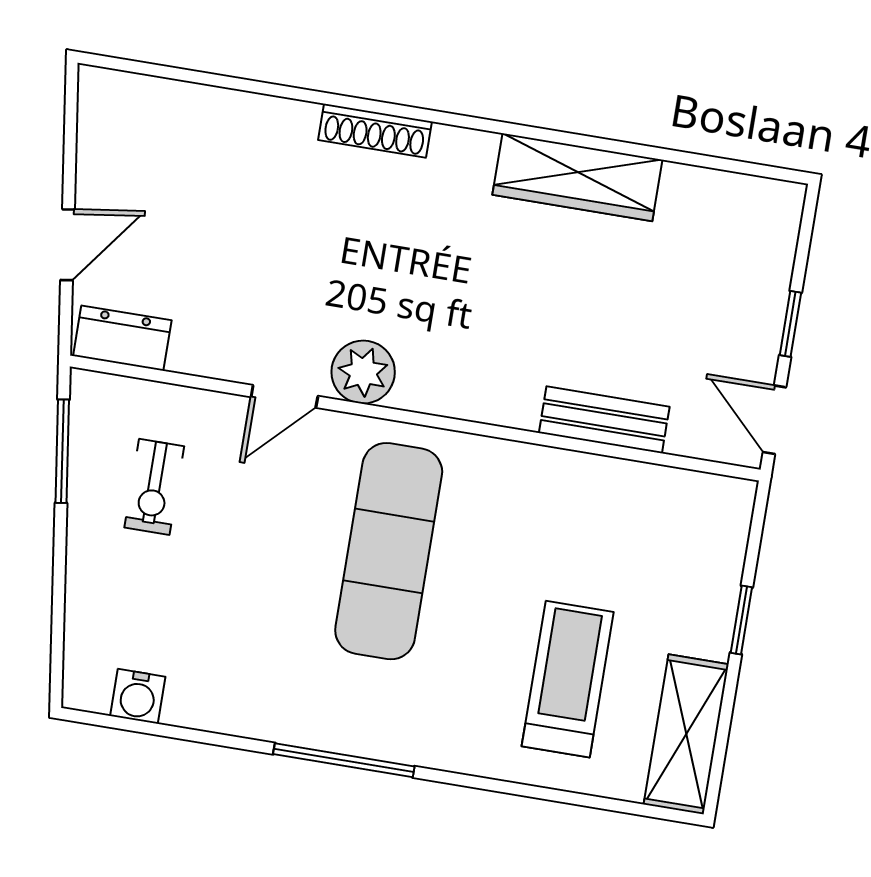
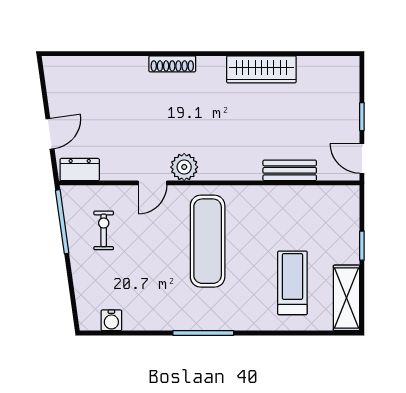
window: (62, 451) -> (62, 222), width x1.44
exercise bike: (154, 487) -> (104, 230), turned 180

